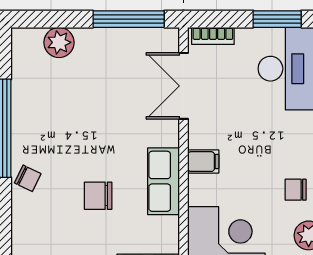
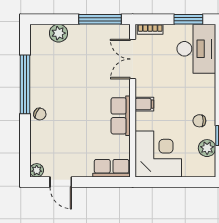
chair: (98, 196) -> (82, 124), removed

